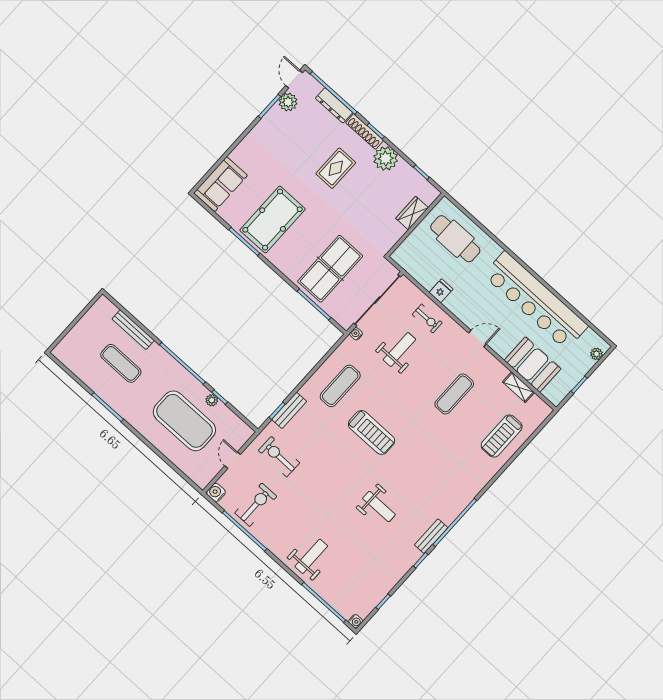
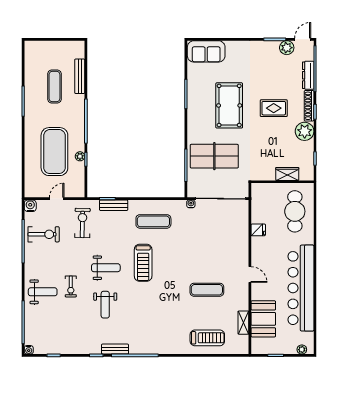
pool table: (273, 220) -> (229, 105), moved, turned 90
exercise bike: (427, 319) -> (71, 286), moved
weight bench: (399, 349) -> (106, 268), moved
treadmill: (502, 436) -> (207, 338), turned 180

